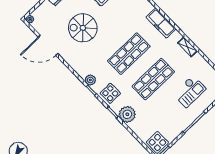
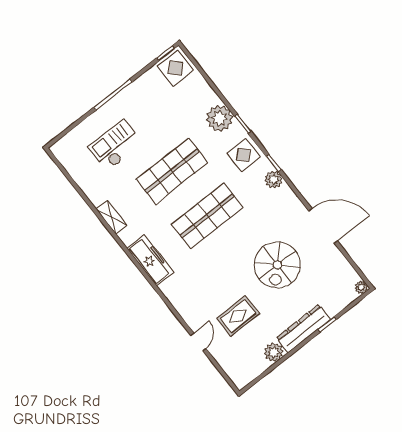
spiral stairs: (83, 28) -> (277, 265), turned 90
door: (48, 45) -> (323, 226), moved

